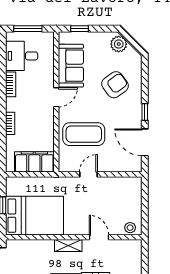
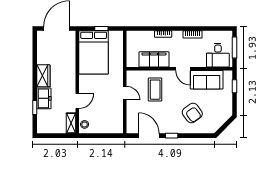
plant: (119, 44) -> (223, 116), removed
desk: (22, 56) -> (218, 55), moved, turned 180
coffee table: (84, 134) -> (155, 90), width x0.73, depth x0.76
door: (145, 142) -> (149, 136), hinge flipped
filing cabinet: (34, 162) -> (154, 59), moved, turned -90
shelving: (68, 246) -> (71, 123), moved

